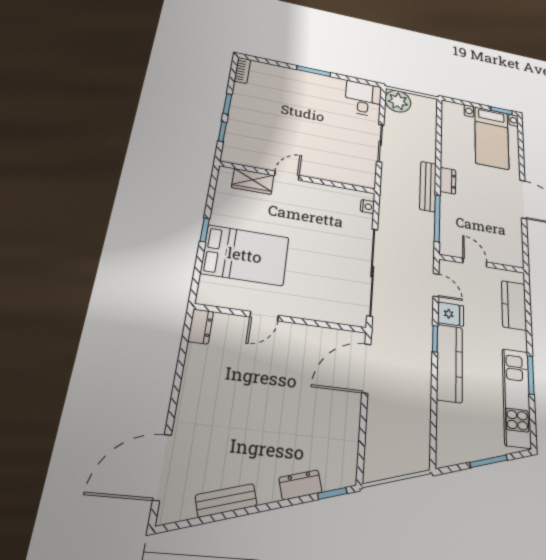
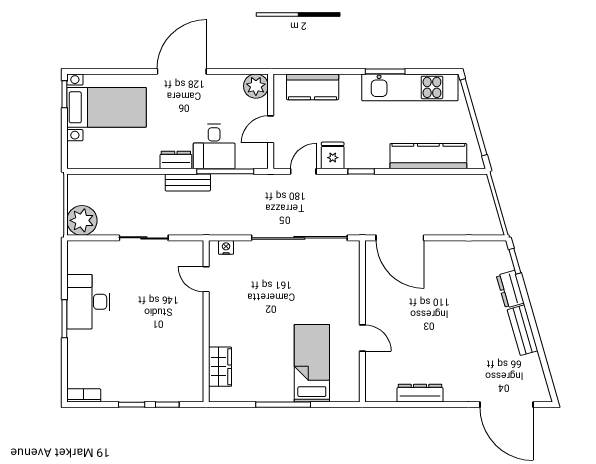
desk: (363, 99) -> (88, 302), moved, width x1.37
door: (287, 176) -> (206, 279), moved
bench: (428, 186) -> (188, 182), width x0.73
desk: (459, 213) -> (214, 146), added
window: (205, 230) -> (283, 405), width x2.17
bed: (245, 255) -> (312, 363), width x0.67
plant: (513, 256) -> (256, 86), added
dresser: (201, 327) -> (420, 393), moved, width x1.44
kitchen counter: (450, 363) -> (428, 156), moved
window: (489, 461) -> (474, 117), width x2.11
bench: (226, 500) -> (523, 330), moved

